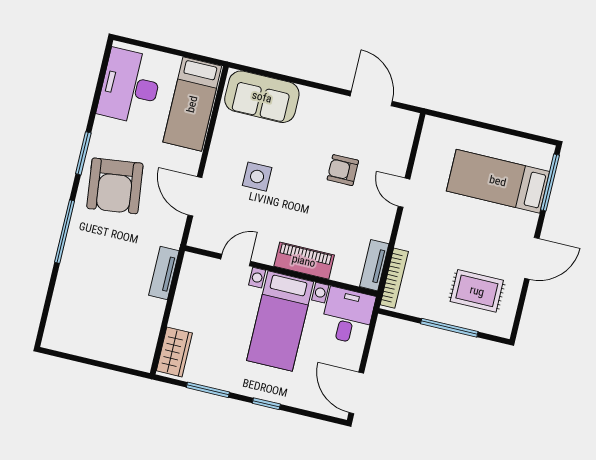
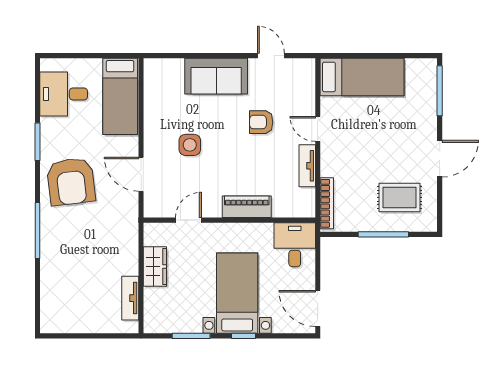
desk: (130, 86) -> (64, 94), width x0.73
sofa: (262, 97) -> (216, 76), moved
door: (371, 99) -> (271, 56), width x0.73
window: (83, 153) -> (37, 142), moved
bed: (498, 181) -> (362, 77), moved, turned 180
tv unit: (374, 265) -> (307, 166), moved
tv unit: (164, 273) -> (130, 298), moved
bed with nightstands: (280, 321) -> (237, 293), moved, turned 180
wardrobe: (174, 352) -> (155, 266), moved

